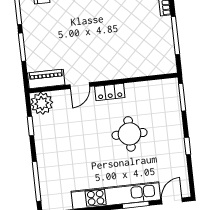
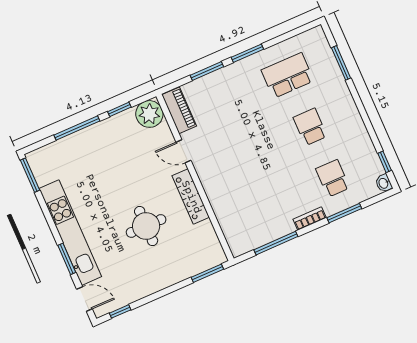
locker: (110, 92) -> (191, 197), width x1.53
window: (187, 146) -> (120, 311), moved
window: (37, 181) -> (77, 128), moved

